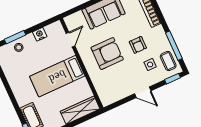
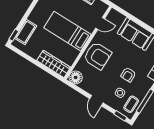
armchair: (107, 54) -> (97, 56), moved
floor lamp: (107, 98) -> (76, 77), added

